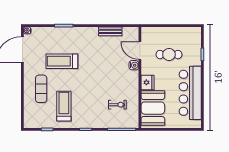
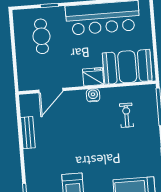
cafe table: (169, 55) -> (41, 36), moved
water cooler: (134, 65) -> (93, 95), moved

